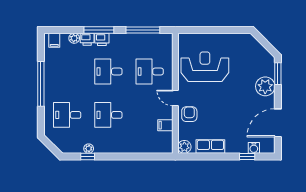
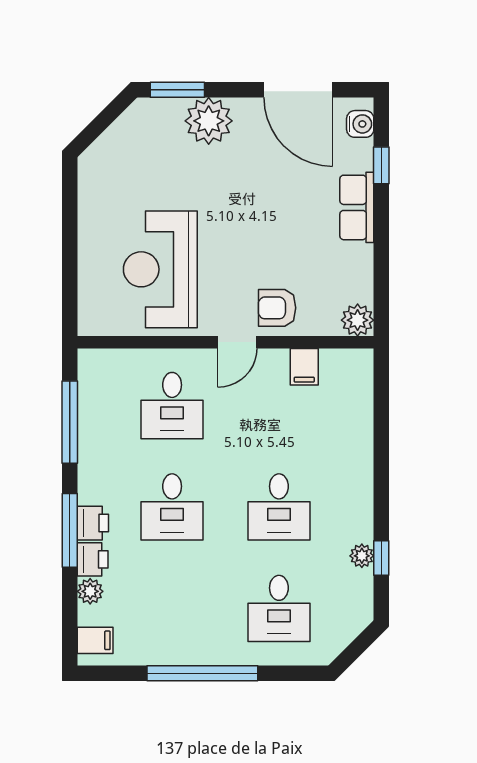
row of seats: (210, 147) -> (357, 207), moved
water cooler: (254, 148) -> (360, 124), moved

